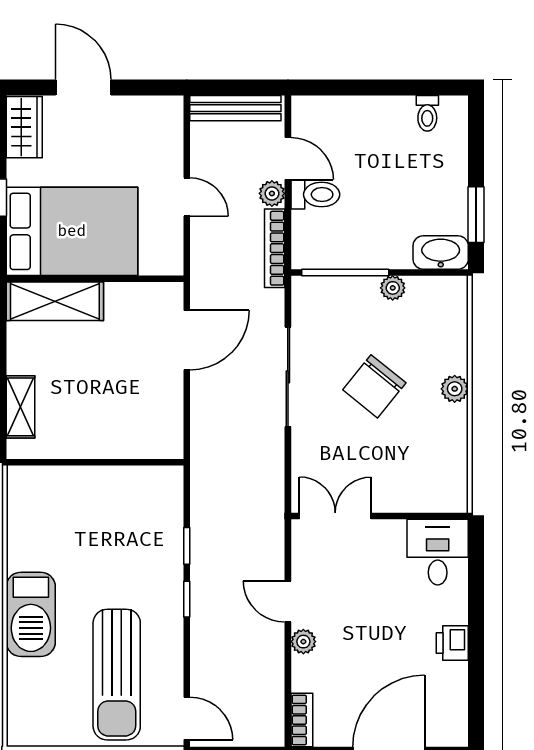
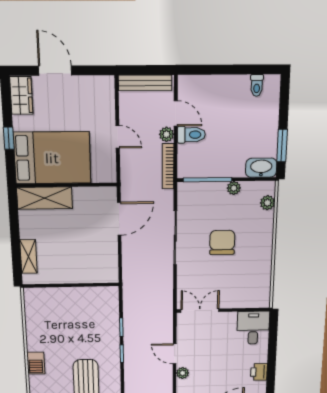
chair: (374, 386) -> (222, 242), turned 141
plant: (455, 389) -> (267, 203), moved
barbecue: (31, 614) -> (36, 363), width x0.53, depth x0.65

